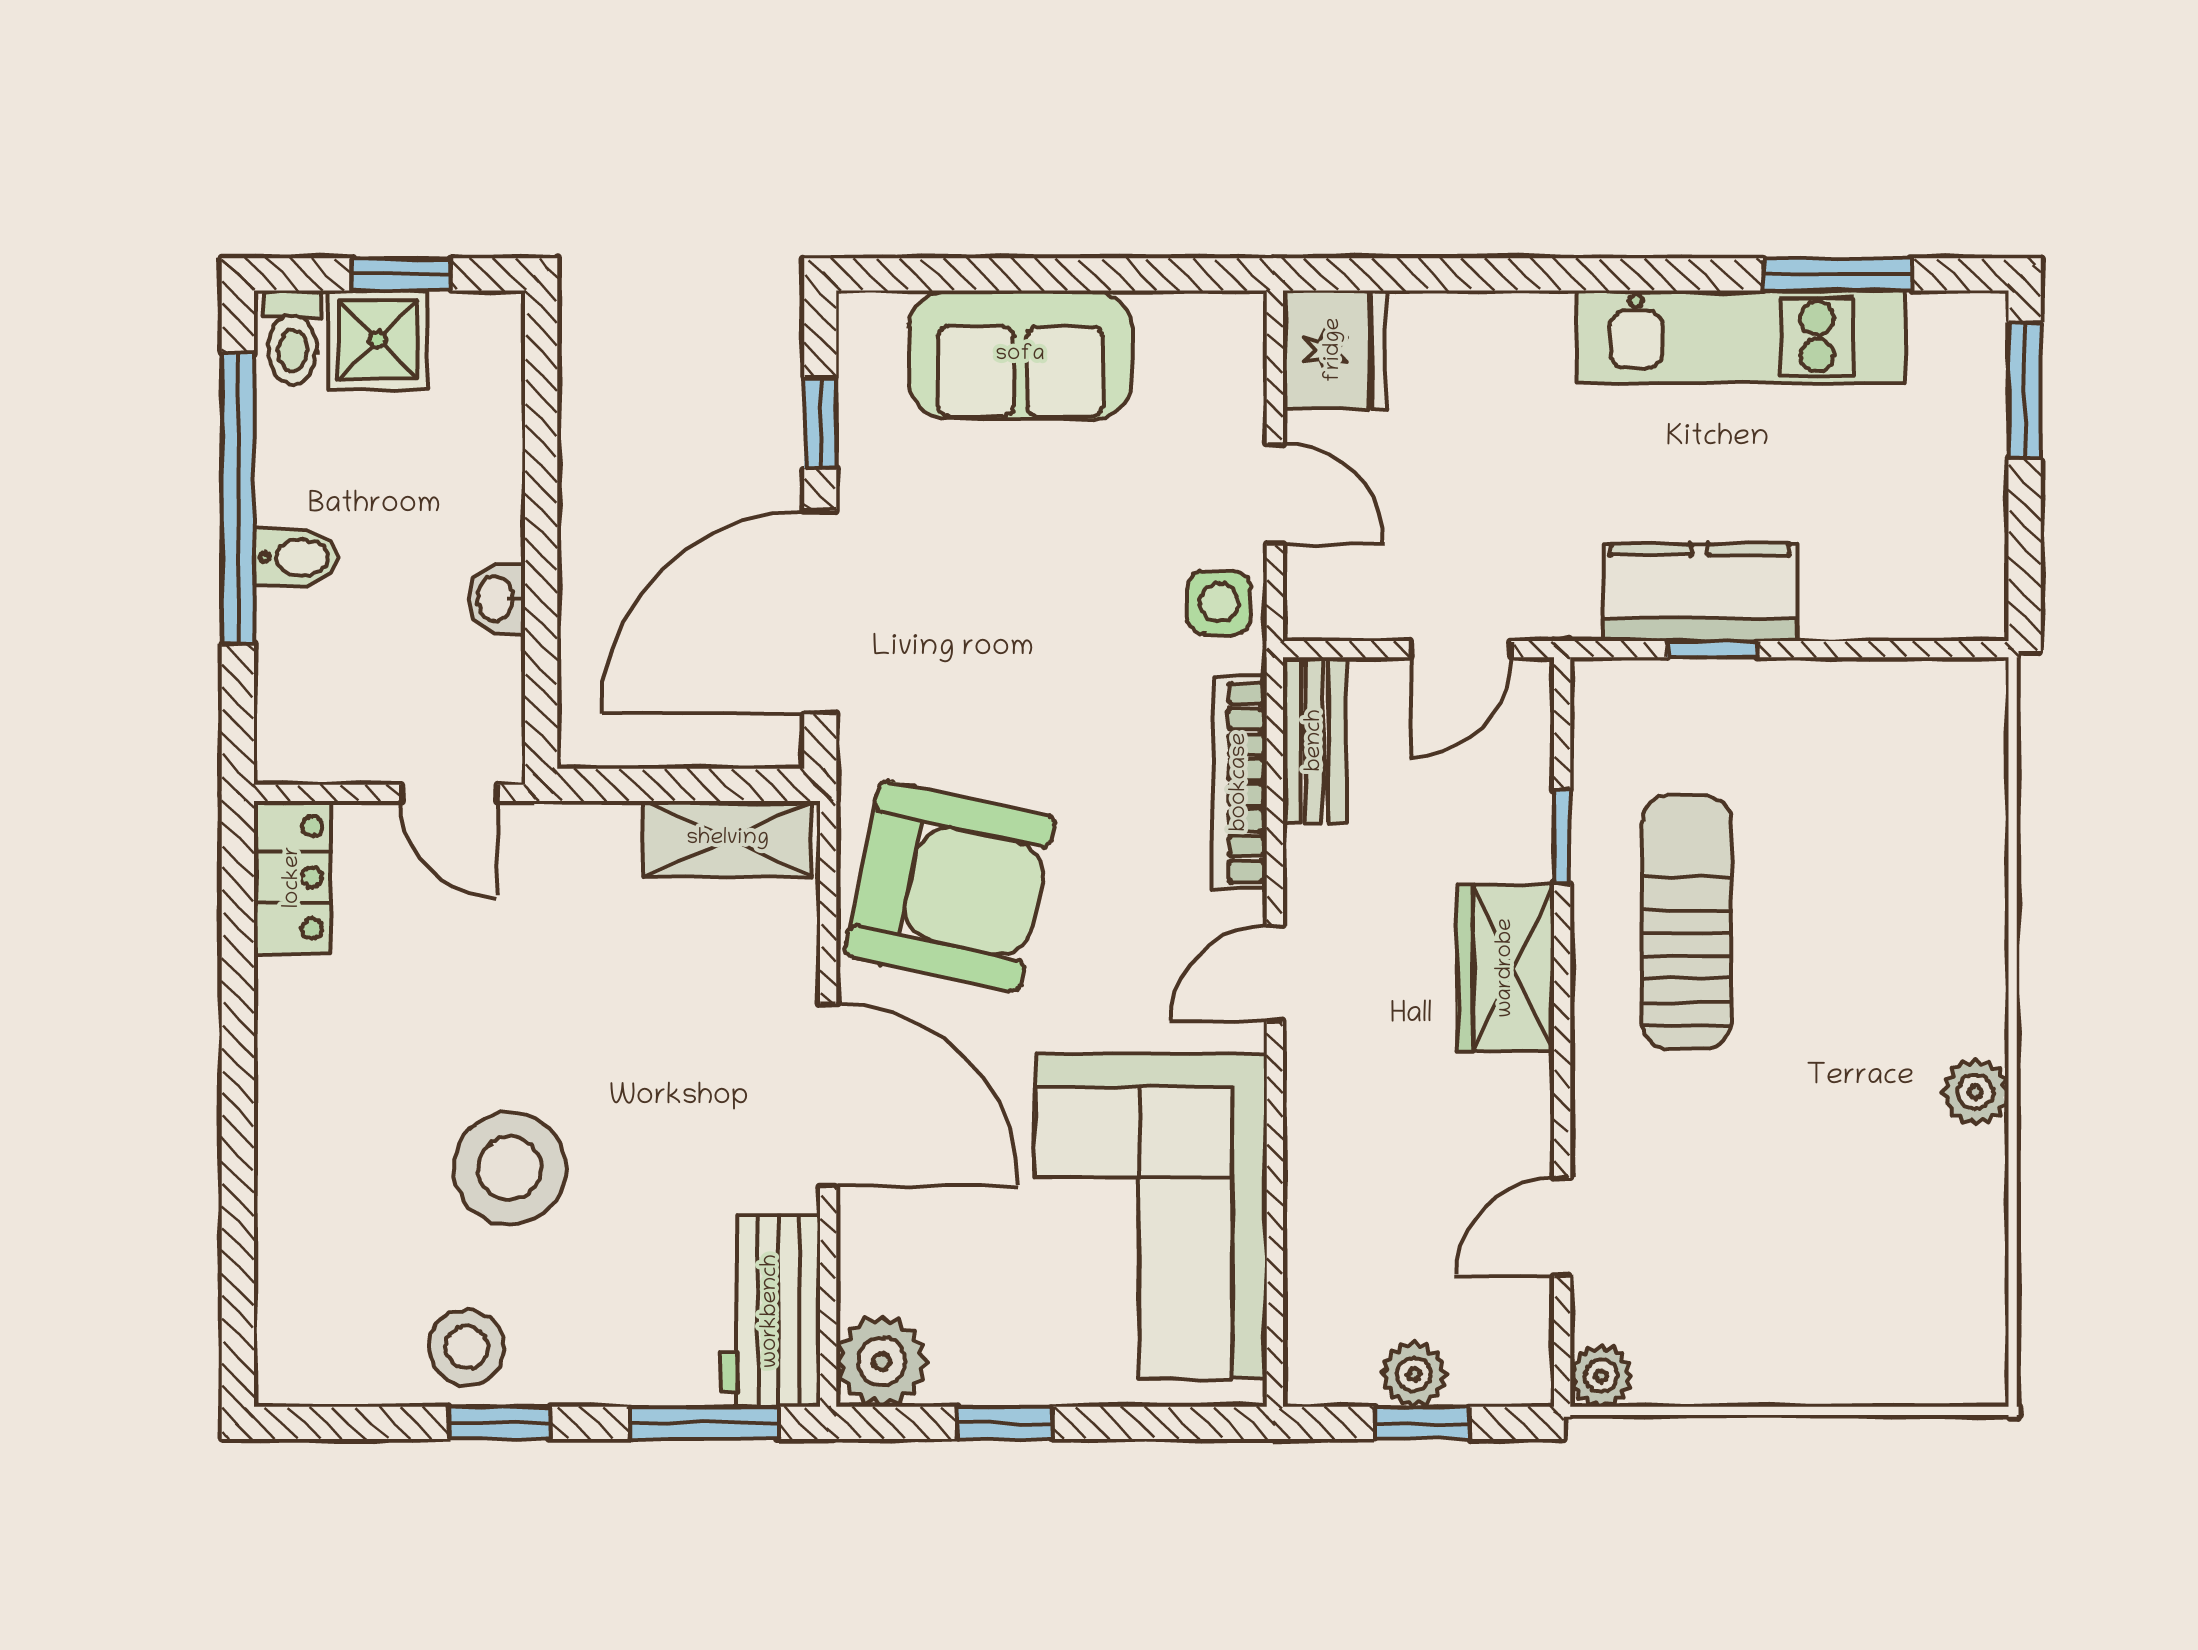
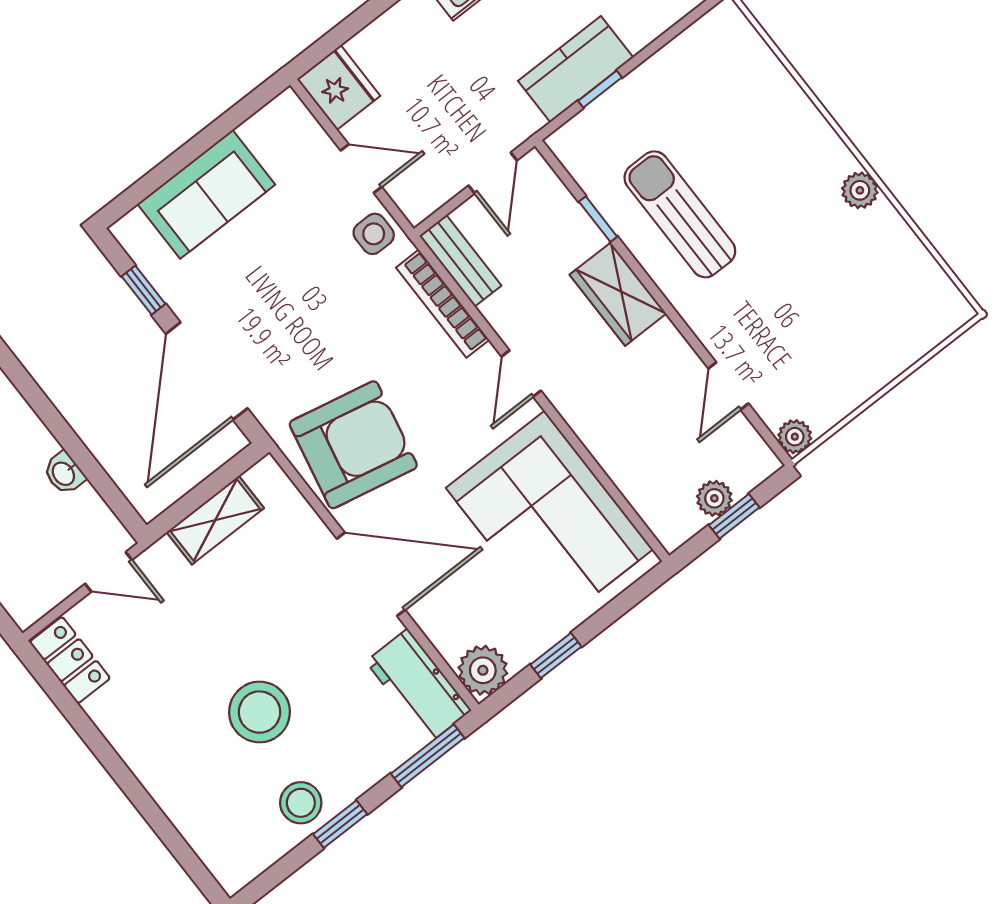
shelving: (728, 839) -> (215, 520), moved

